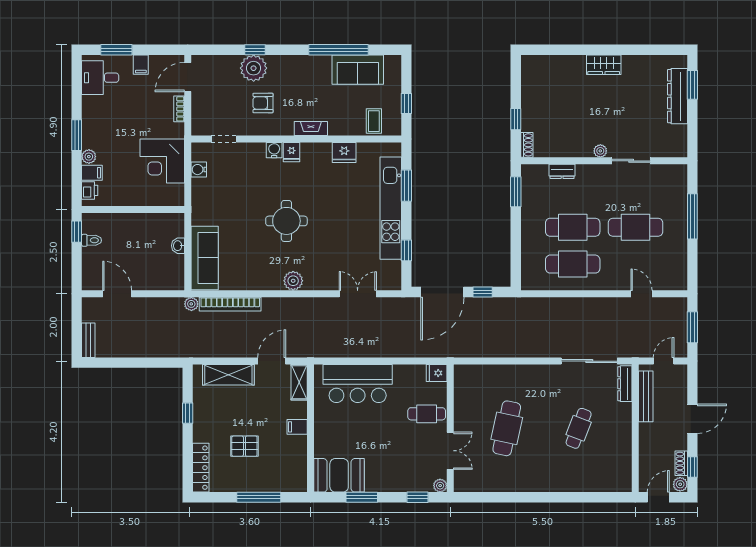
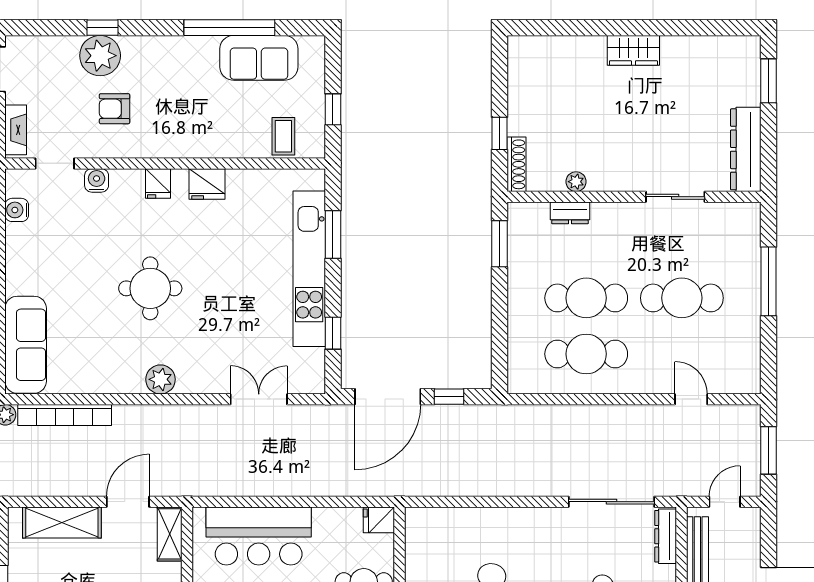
dresser: (677, 96) -> (746, 149), moved
fireplace: (311, 129) -> (16, 130), moved, turned 90
shoe rack: (527, 145) -> (516, 164), width x1.43
water cooler: (274, 150) -> (97, 180), moved
plant: (600, 151) -> (576, 182), moved
fridge: (344, 152) -> (207, 184), moved

